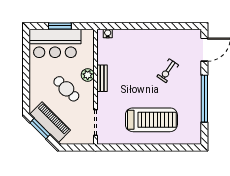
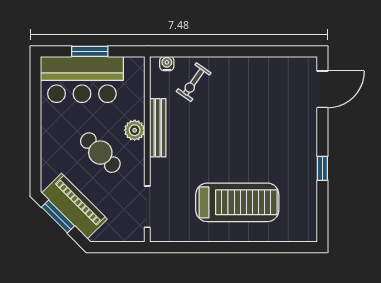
exercise bike: (168, 71) -> (194, 82), moved
bench: (102, 78) -> (158, 128), width x1.36
window: (204, 99) -> (322, 168), width x0.32

